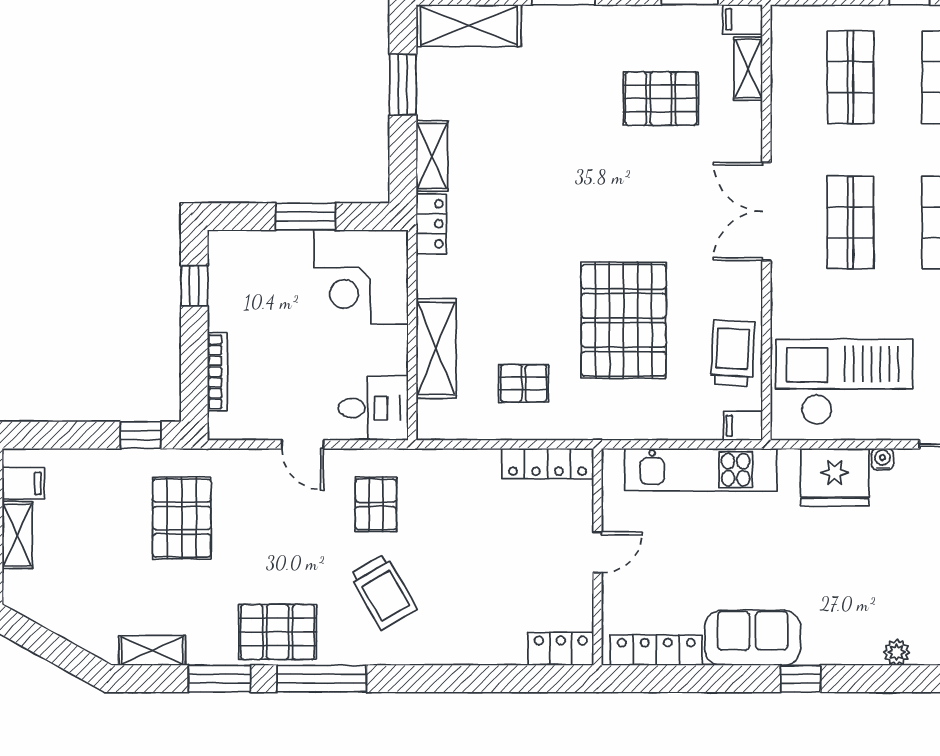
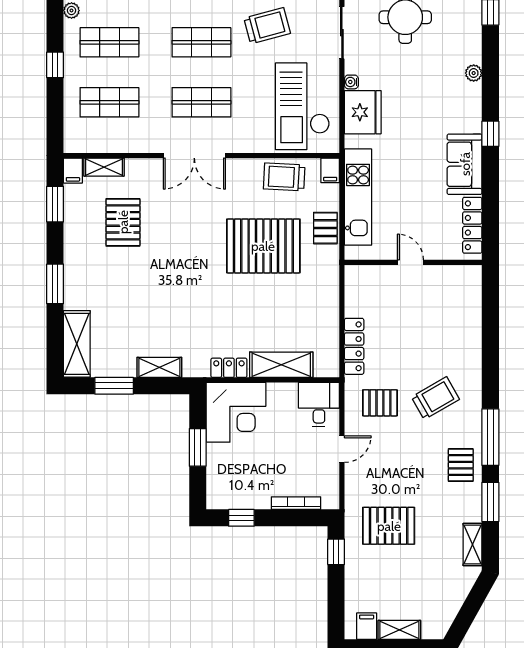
locker: (431, 224) -> (229, 368), moved
pallet: (524, 383) -> (325, 228), moved
locker: (547, 464) -> (354, 346), moved
pallet: (278, 632) -> (461, 465), width x0.67, depth x0.71
locker: (561, 649) -> (471, 286), removed

